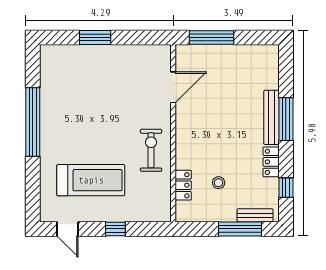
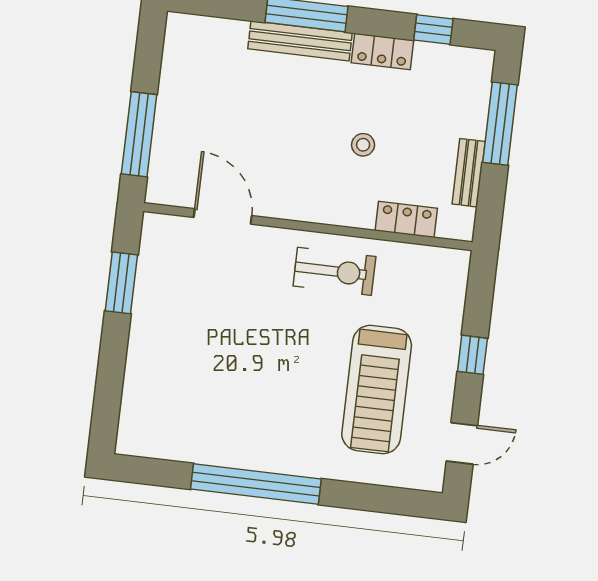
window: (95, 38) -> (121, 283), moved
exercise bike: (151, 150) -> (334, 271), turned 180
treadmill: (91, 180) -> (377, 389), turned 180
stool: (219, 183) -> (363, 145), moved
bench: (255, 215) -> (469, 173), moved

